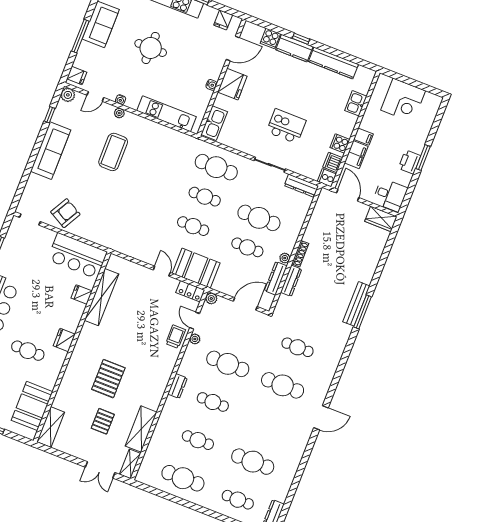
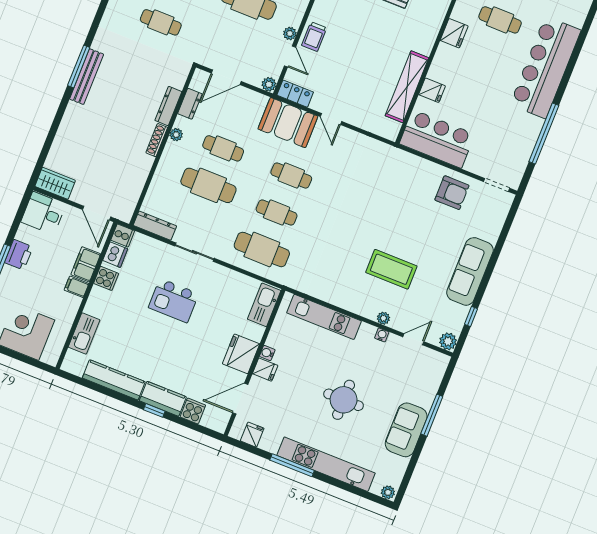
fridge: (77, 76) -> (265, 370), moved, turned 180
kitchen sink: (356, 103) -> (84, 334), width x1.38
coffee table: (113, 152) -> (391, 269), turned 90
armchair: (65, 213) -> (452, 193), turned -119
dresser: (276, 278) -> (190, 104), width x0.70

